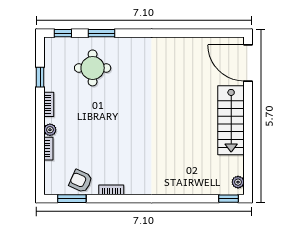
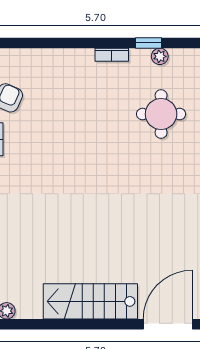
plant: (50, 130) -> (160, 56), moved
bookcase: (48, 149) -> (52, 54), removed

